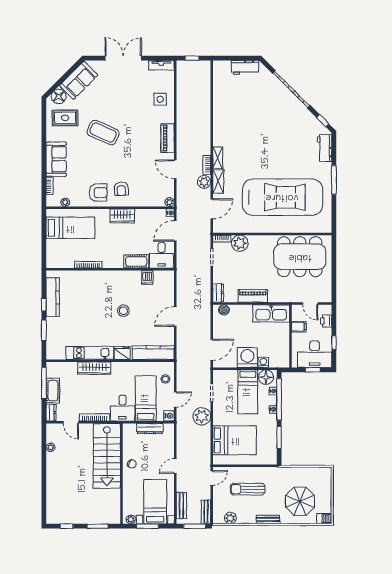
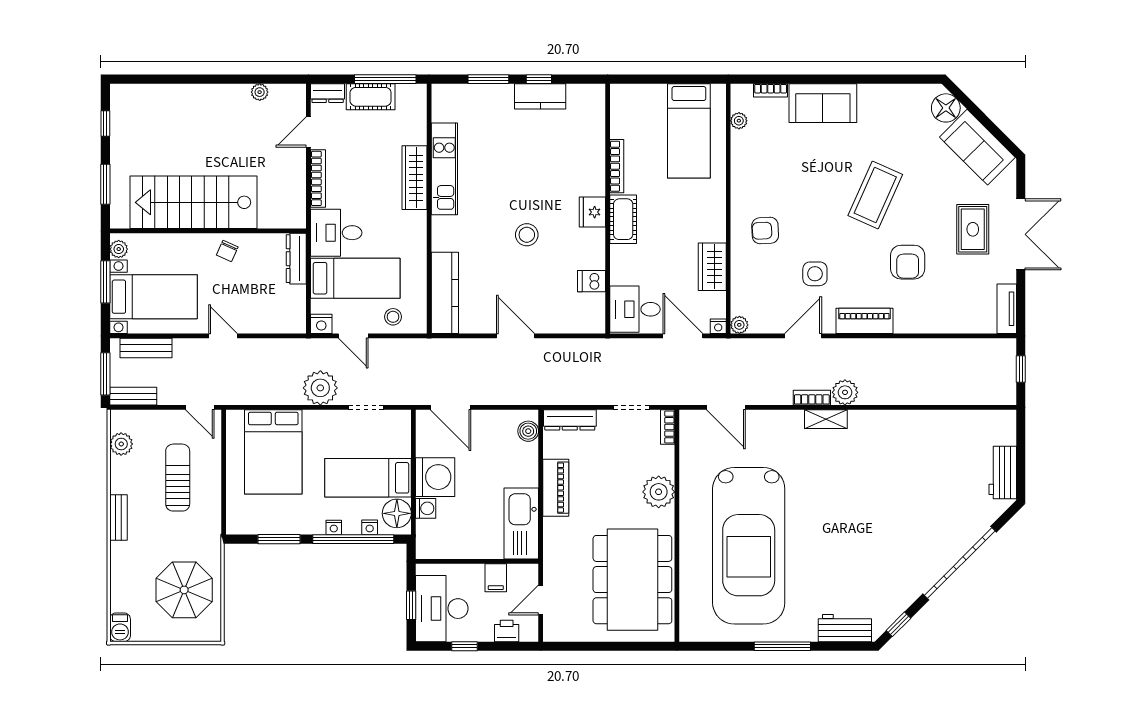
side table: (160, 99) -> (815, 274), moved
rug: (65, 118) -> (973, 229), moved
plant: (204, 182) -> (845, 392), moved
shelving: (218, 182) -> (779, 420), removed
armchair: (98, 193) -> (908, 262), moved
wardrobe: (122, 216) -> (712, 267), moved
plant: (240, 243) -> (659, 492), moved
cot: (136, 261) -> (623, 219), moved
dresser: (218, 293) -> (570, 420), width x1.44
kitchen counter: (53, 297) -> (540, 96), width x0.67
fridge: (122, 353) -> (592, 212), moved, turned 180
dresser: (150, 429) -> (296, 259), moved
stairs: (107, 456) -> (193, 202), moved
parasol: (300, 501) -> (184, 590), moved

